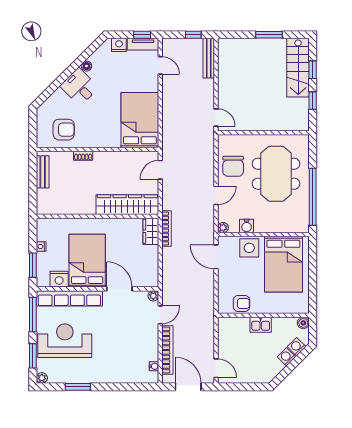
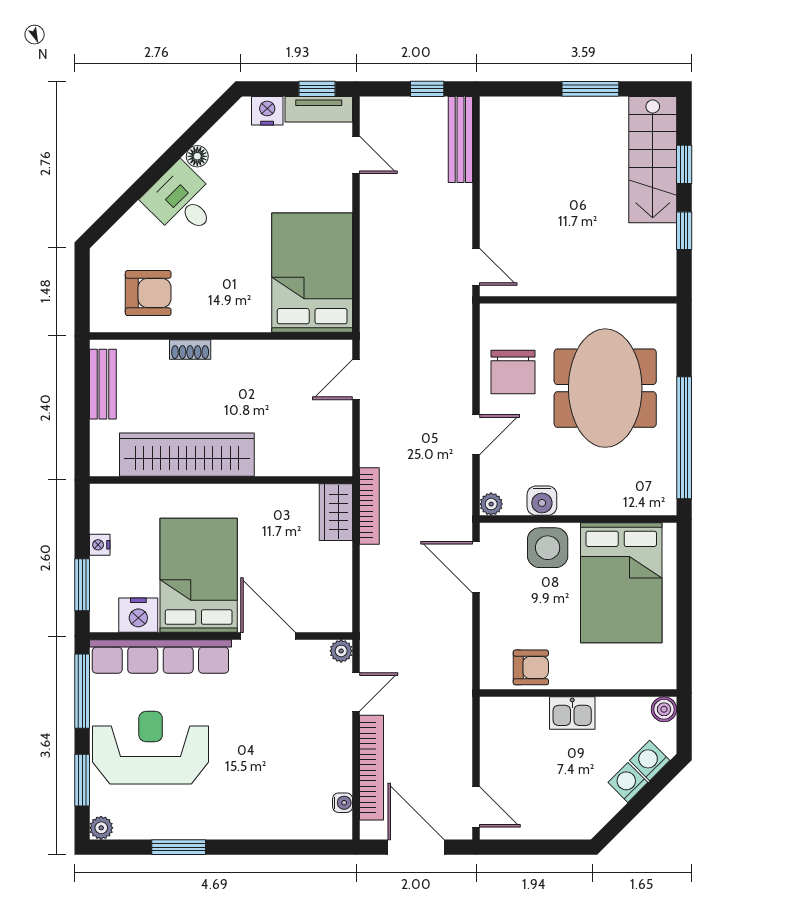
wardrobe: (127, 205) -> (187, 455), moved

